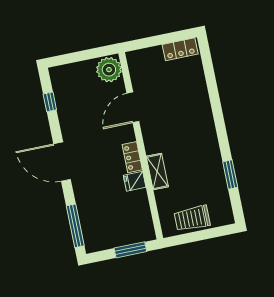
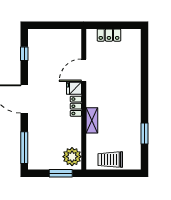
locker: (180, 49) -> (109, 35), moved
plant: (109, 70) -> (72, 157), moved
fridge: (135, 181) -> (74, 88), moved

